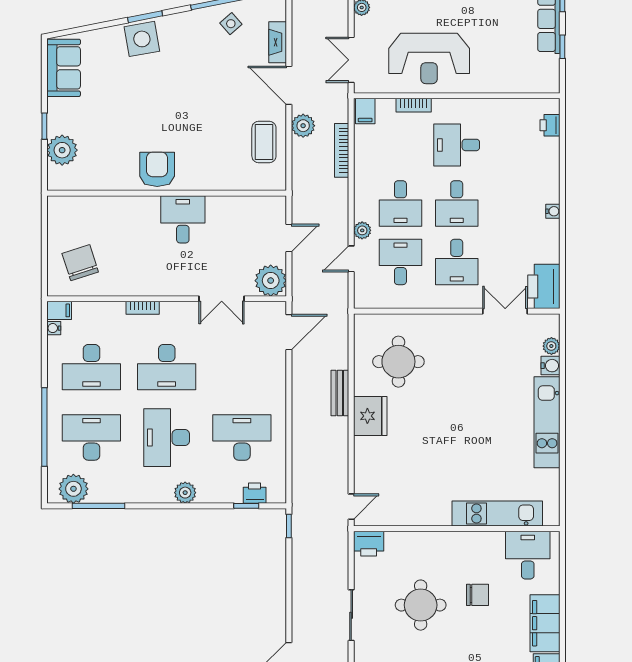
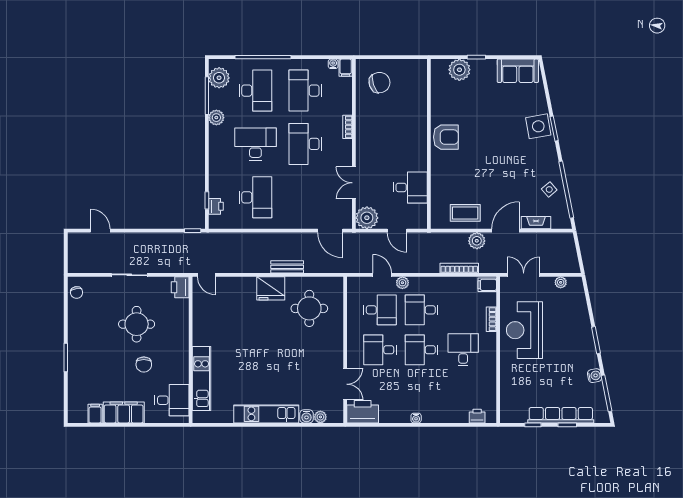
desk: (183, 219) -> (410, 187), moved
plant: (185, 493) -> (216, 118), moved

